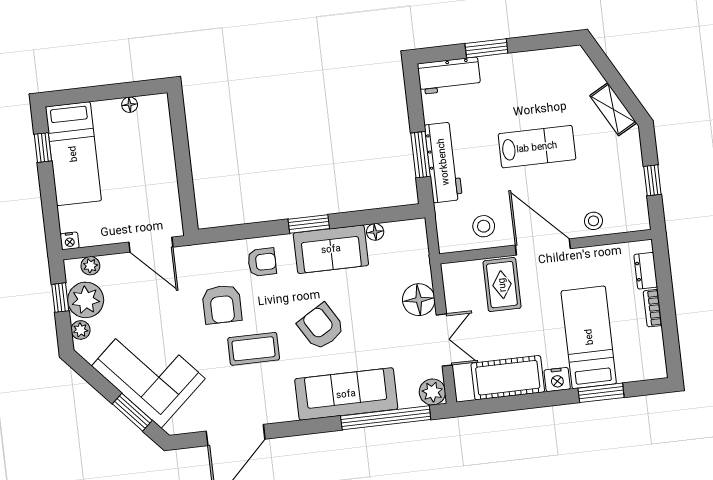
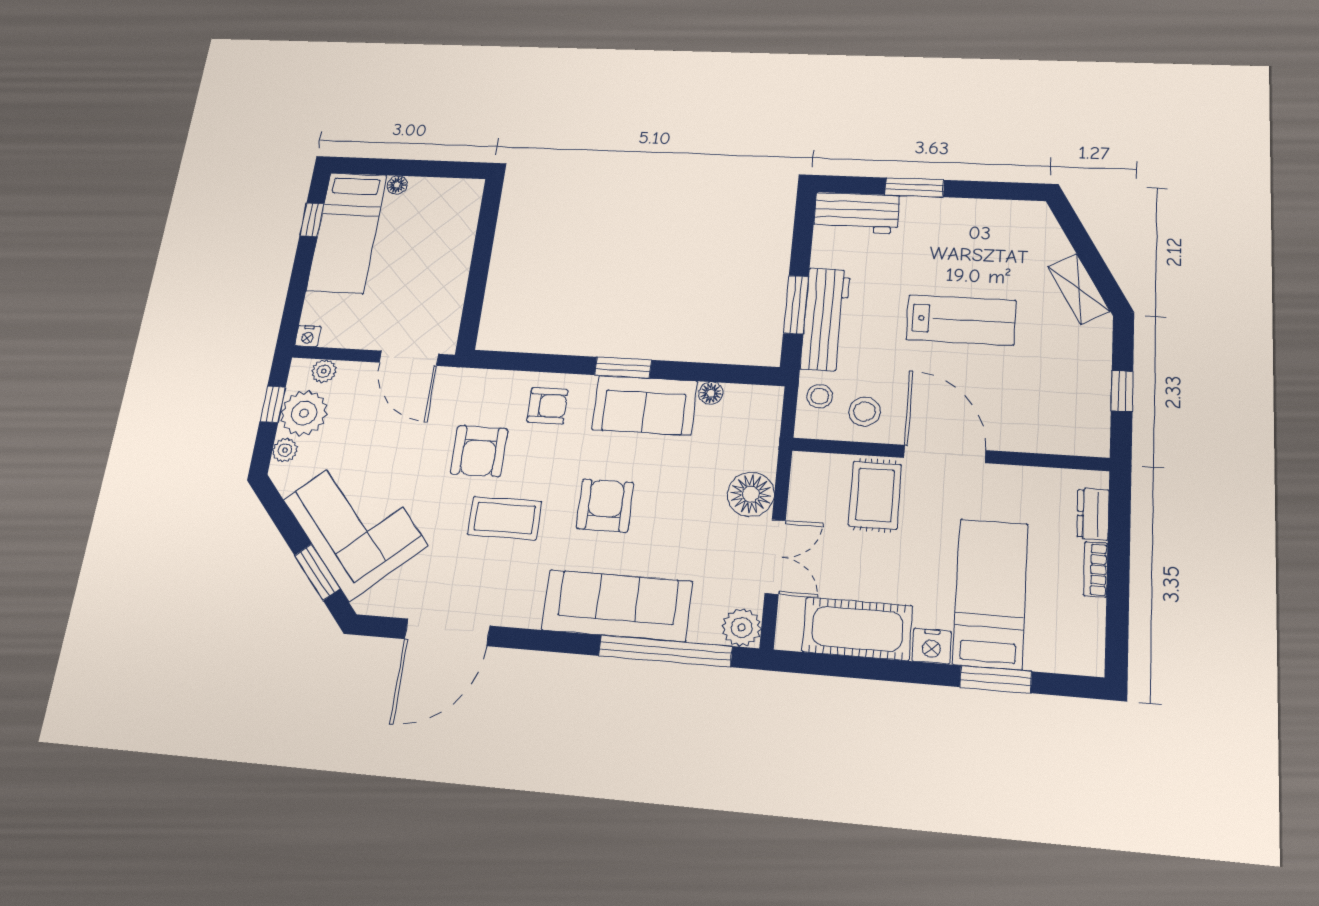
floor lamp: (130, 105) -> (397, 185), moved
stool: (594, 221) -> (820, 396), moved
armchair: (321, 327) -> (605, 506), turned 31

